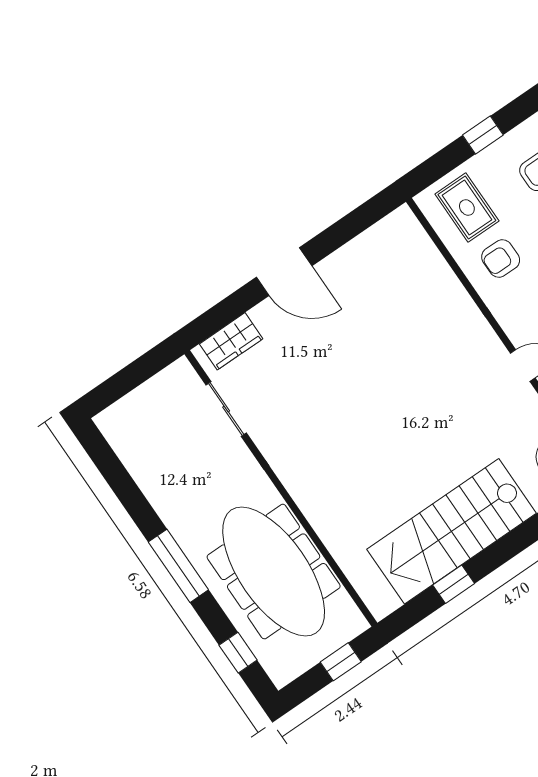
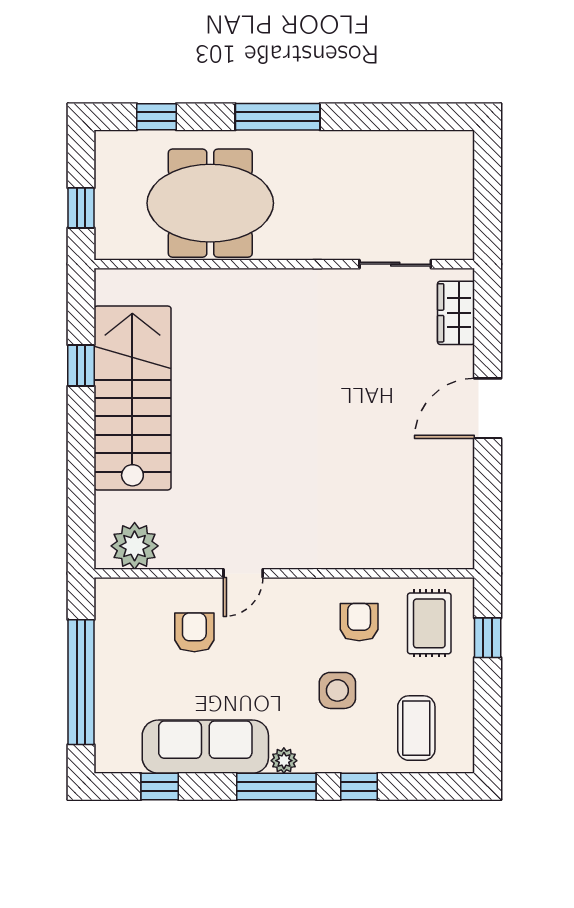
window: (483, 135) -> (488, 638), moved
rug: (467, 208) -> (429, 623), turned 90
meeting table: (274, 572) -> (210, 203), width x0.73

